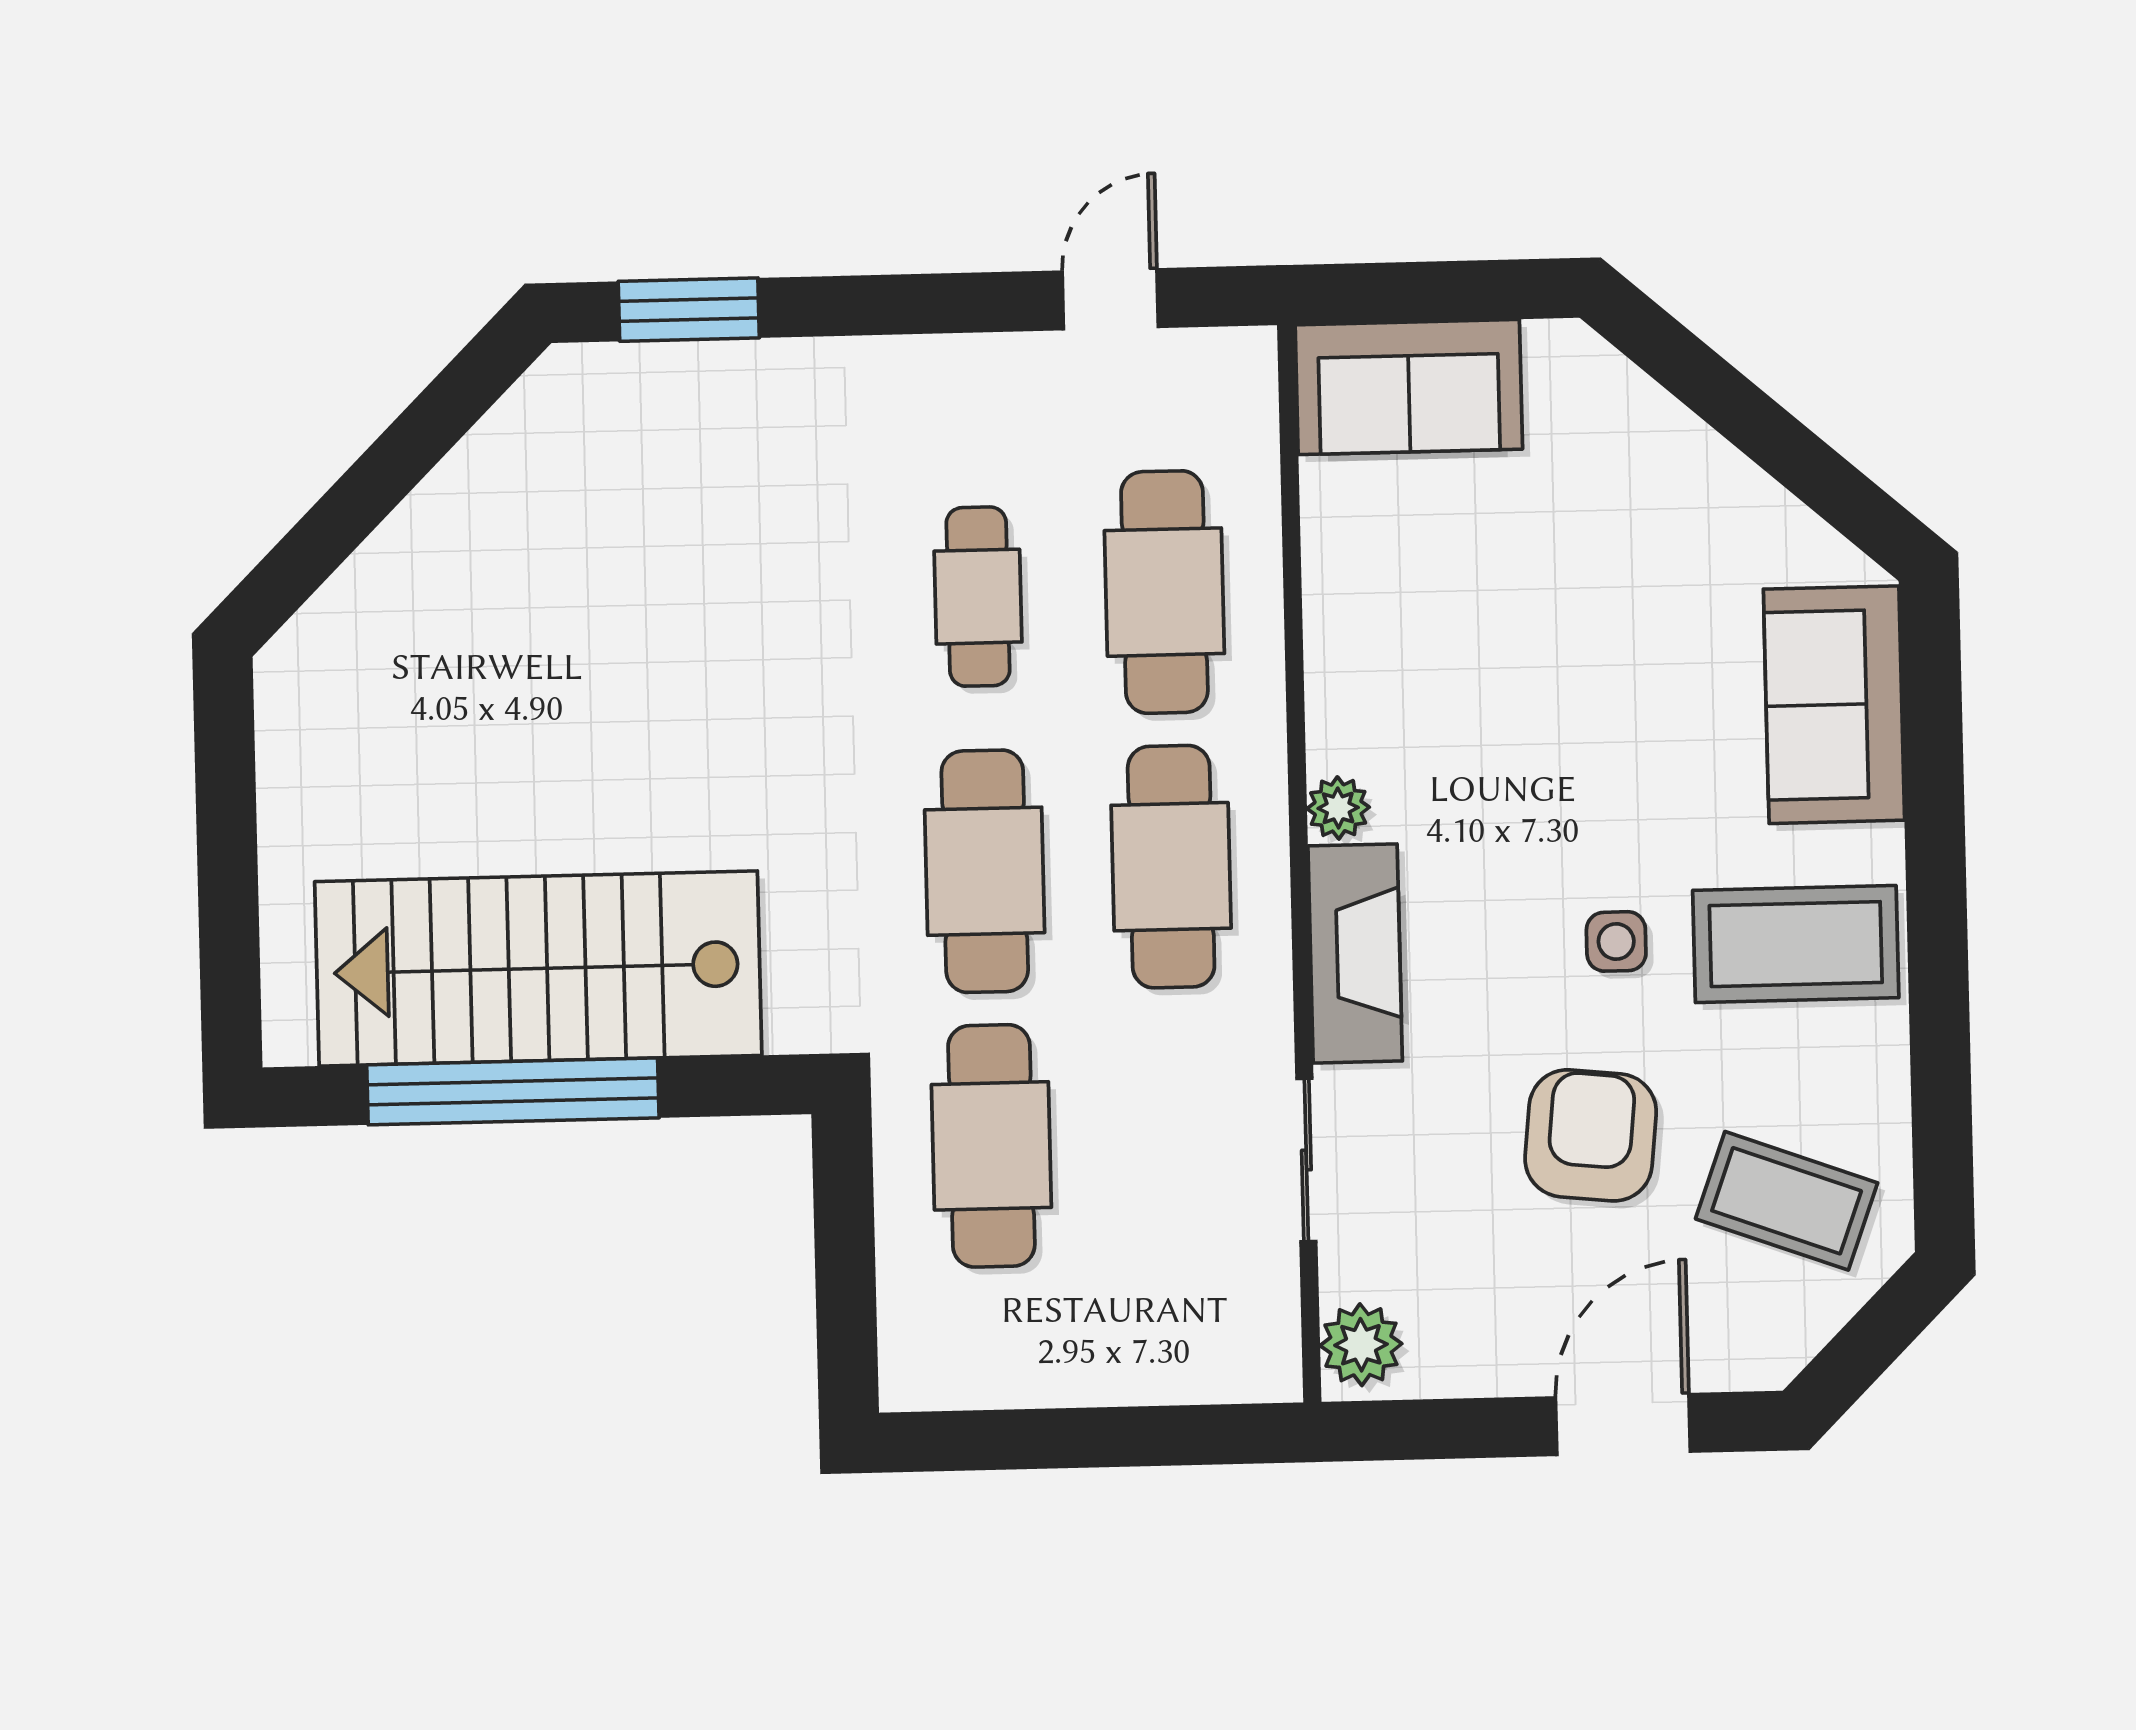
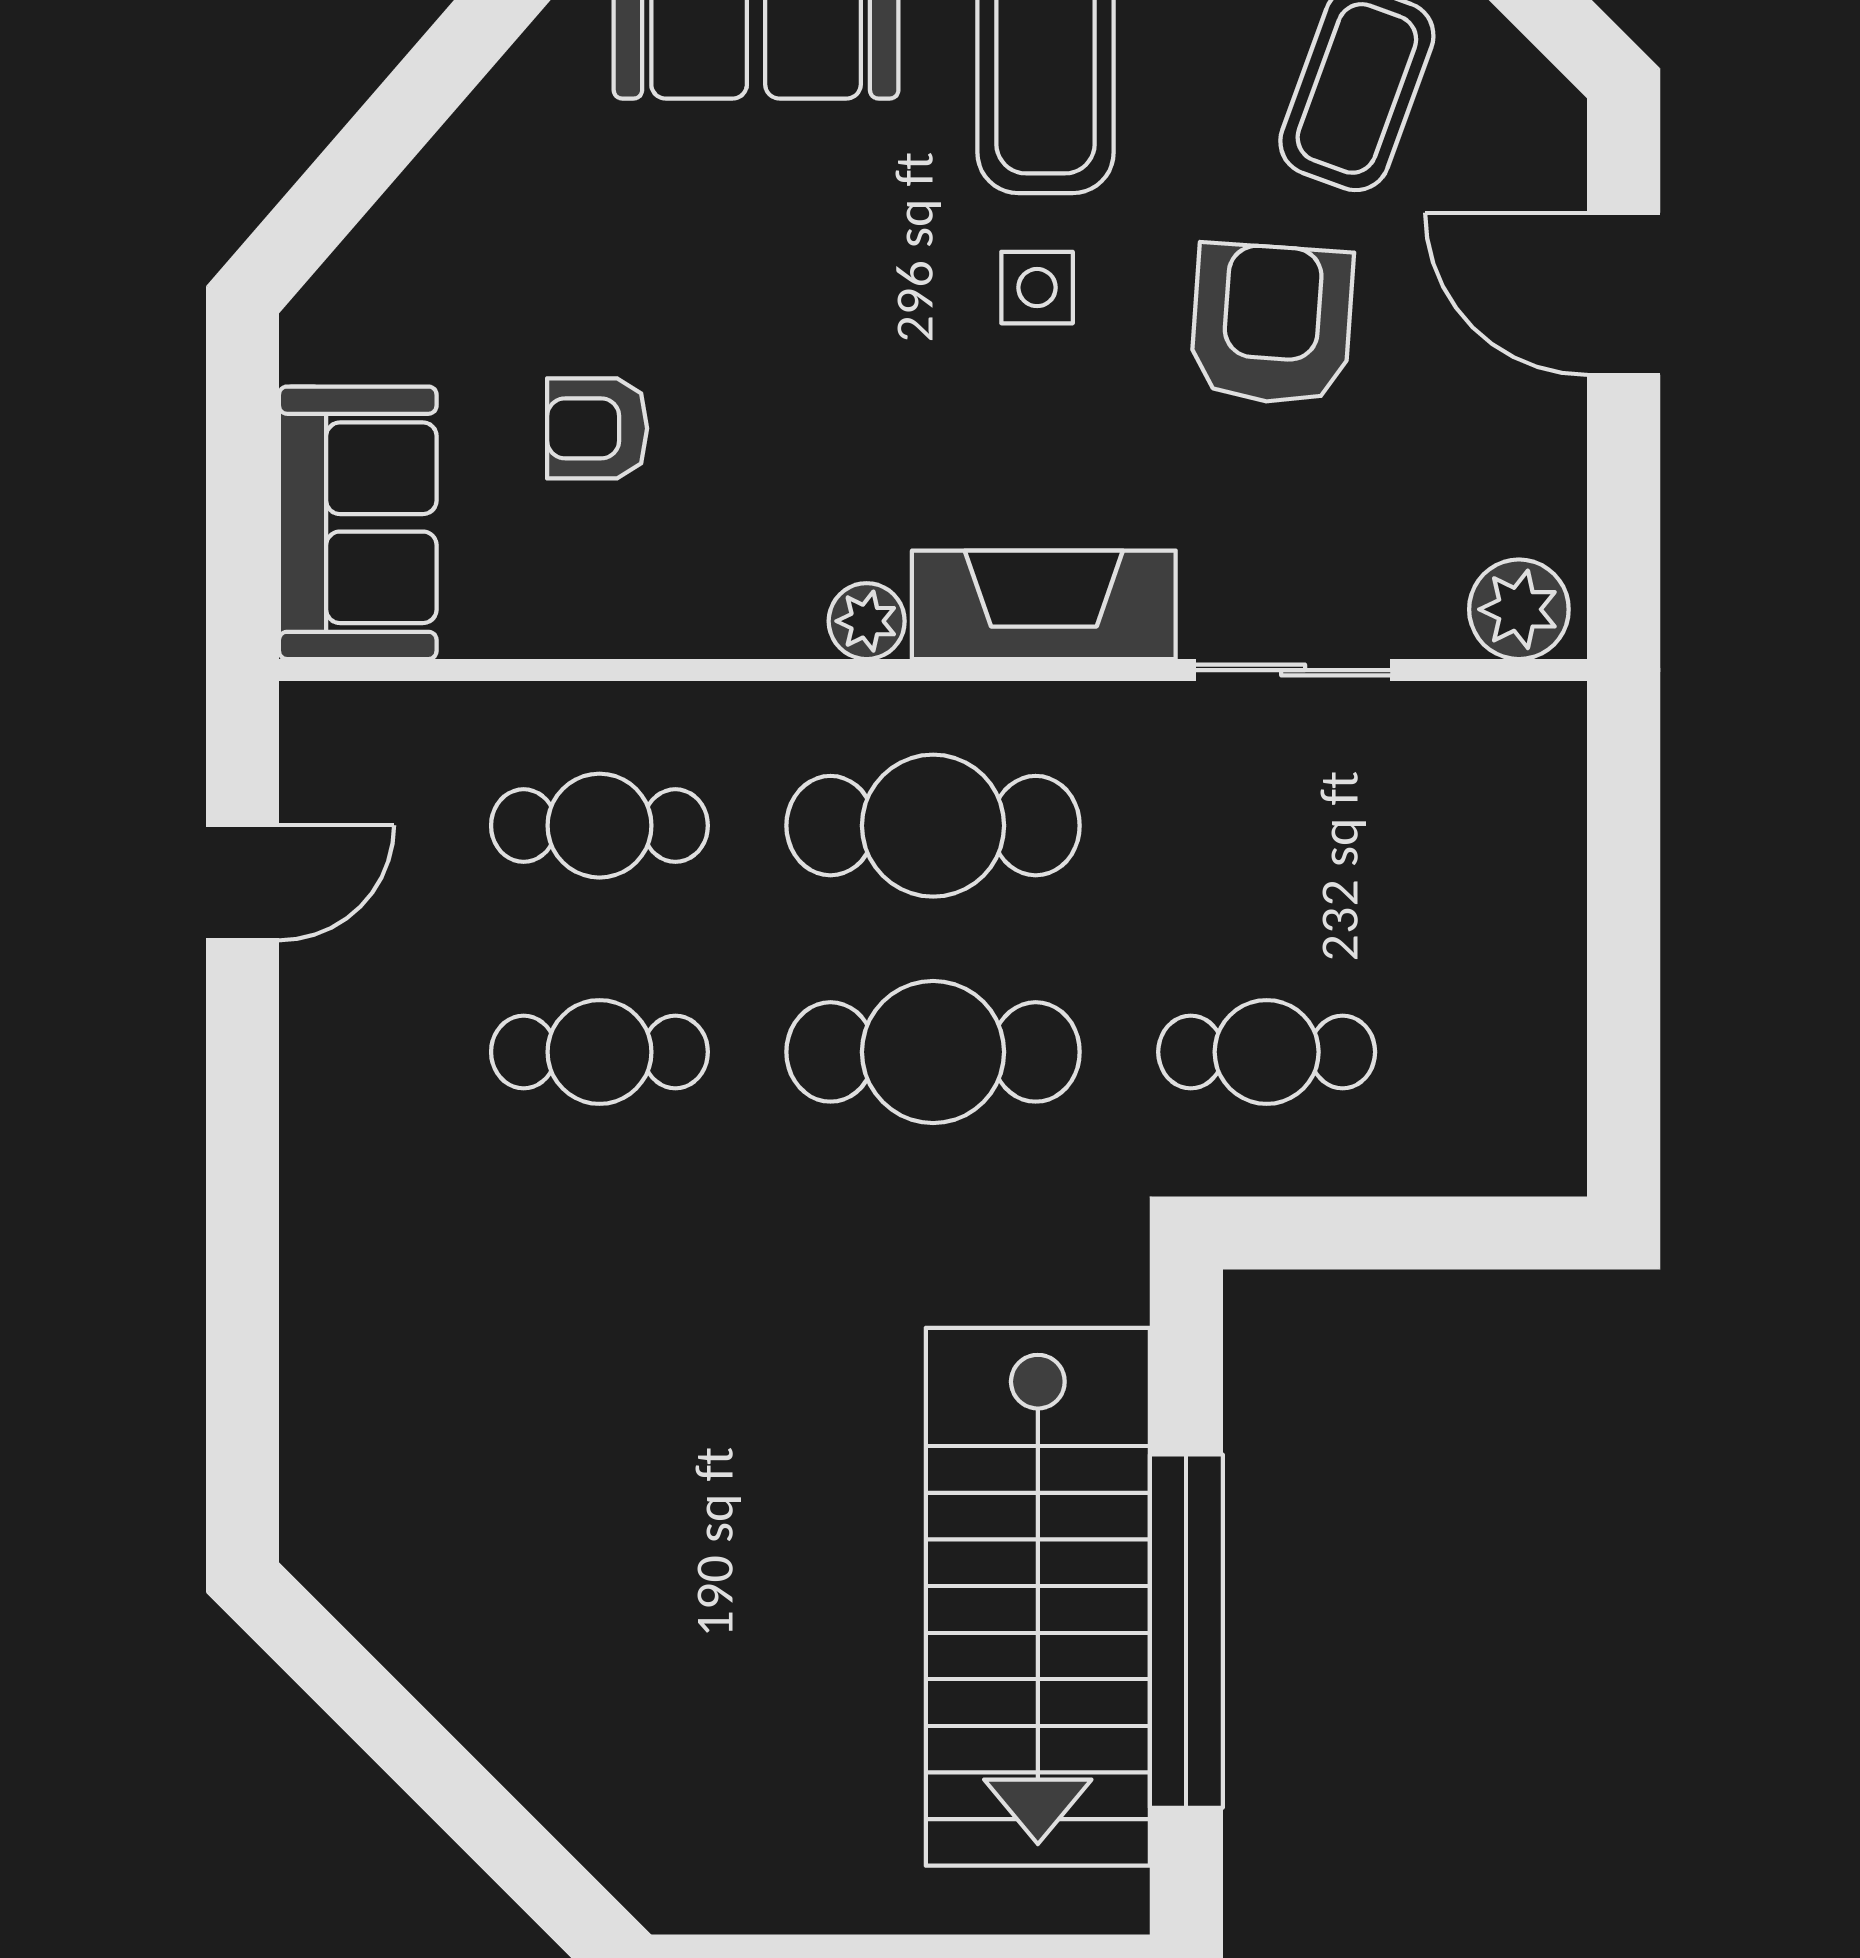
door: (1110, 299) -> (243, 883), swing flipped
window: (689, 310) -> (243, 1394), removed
armchair: (1491, 582) -> (597, 428), added
cafe table: (1164, 592) -> (599, 826), width x0.73, depth x0.74
armchair: (1591, 1135) -> (1272, 324), turned 88
cafe table: (991, 1146) -> (1267, 1052), width x0.73, depth x0.74

